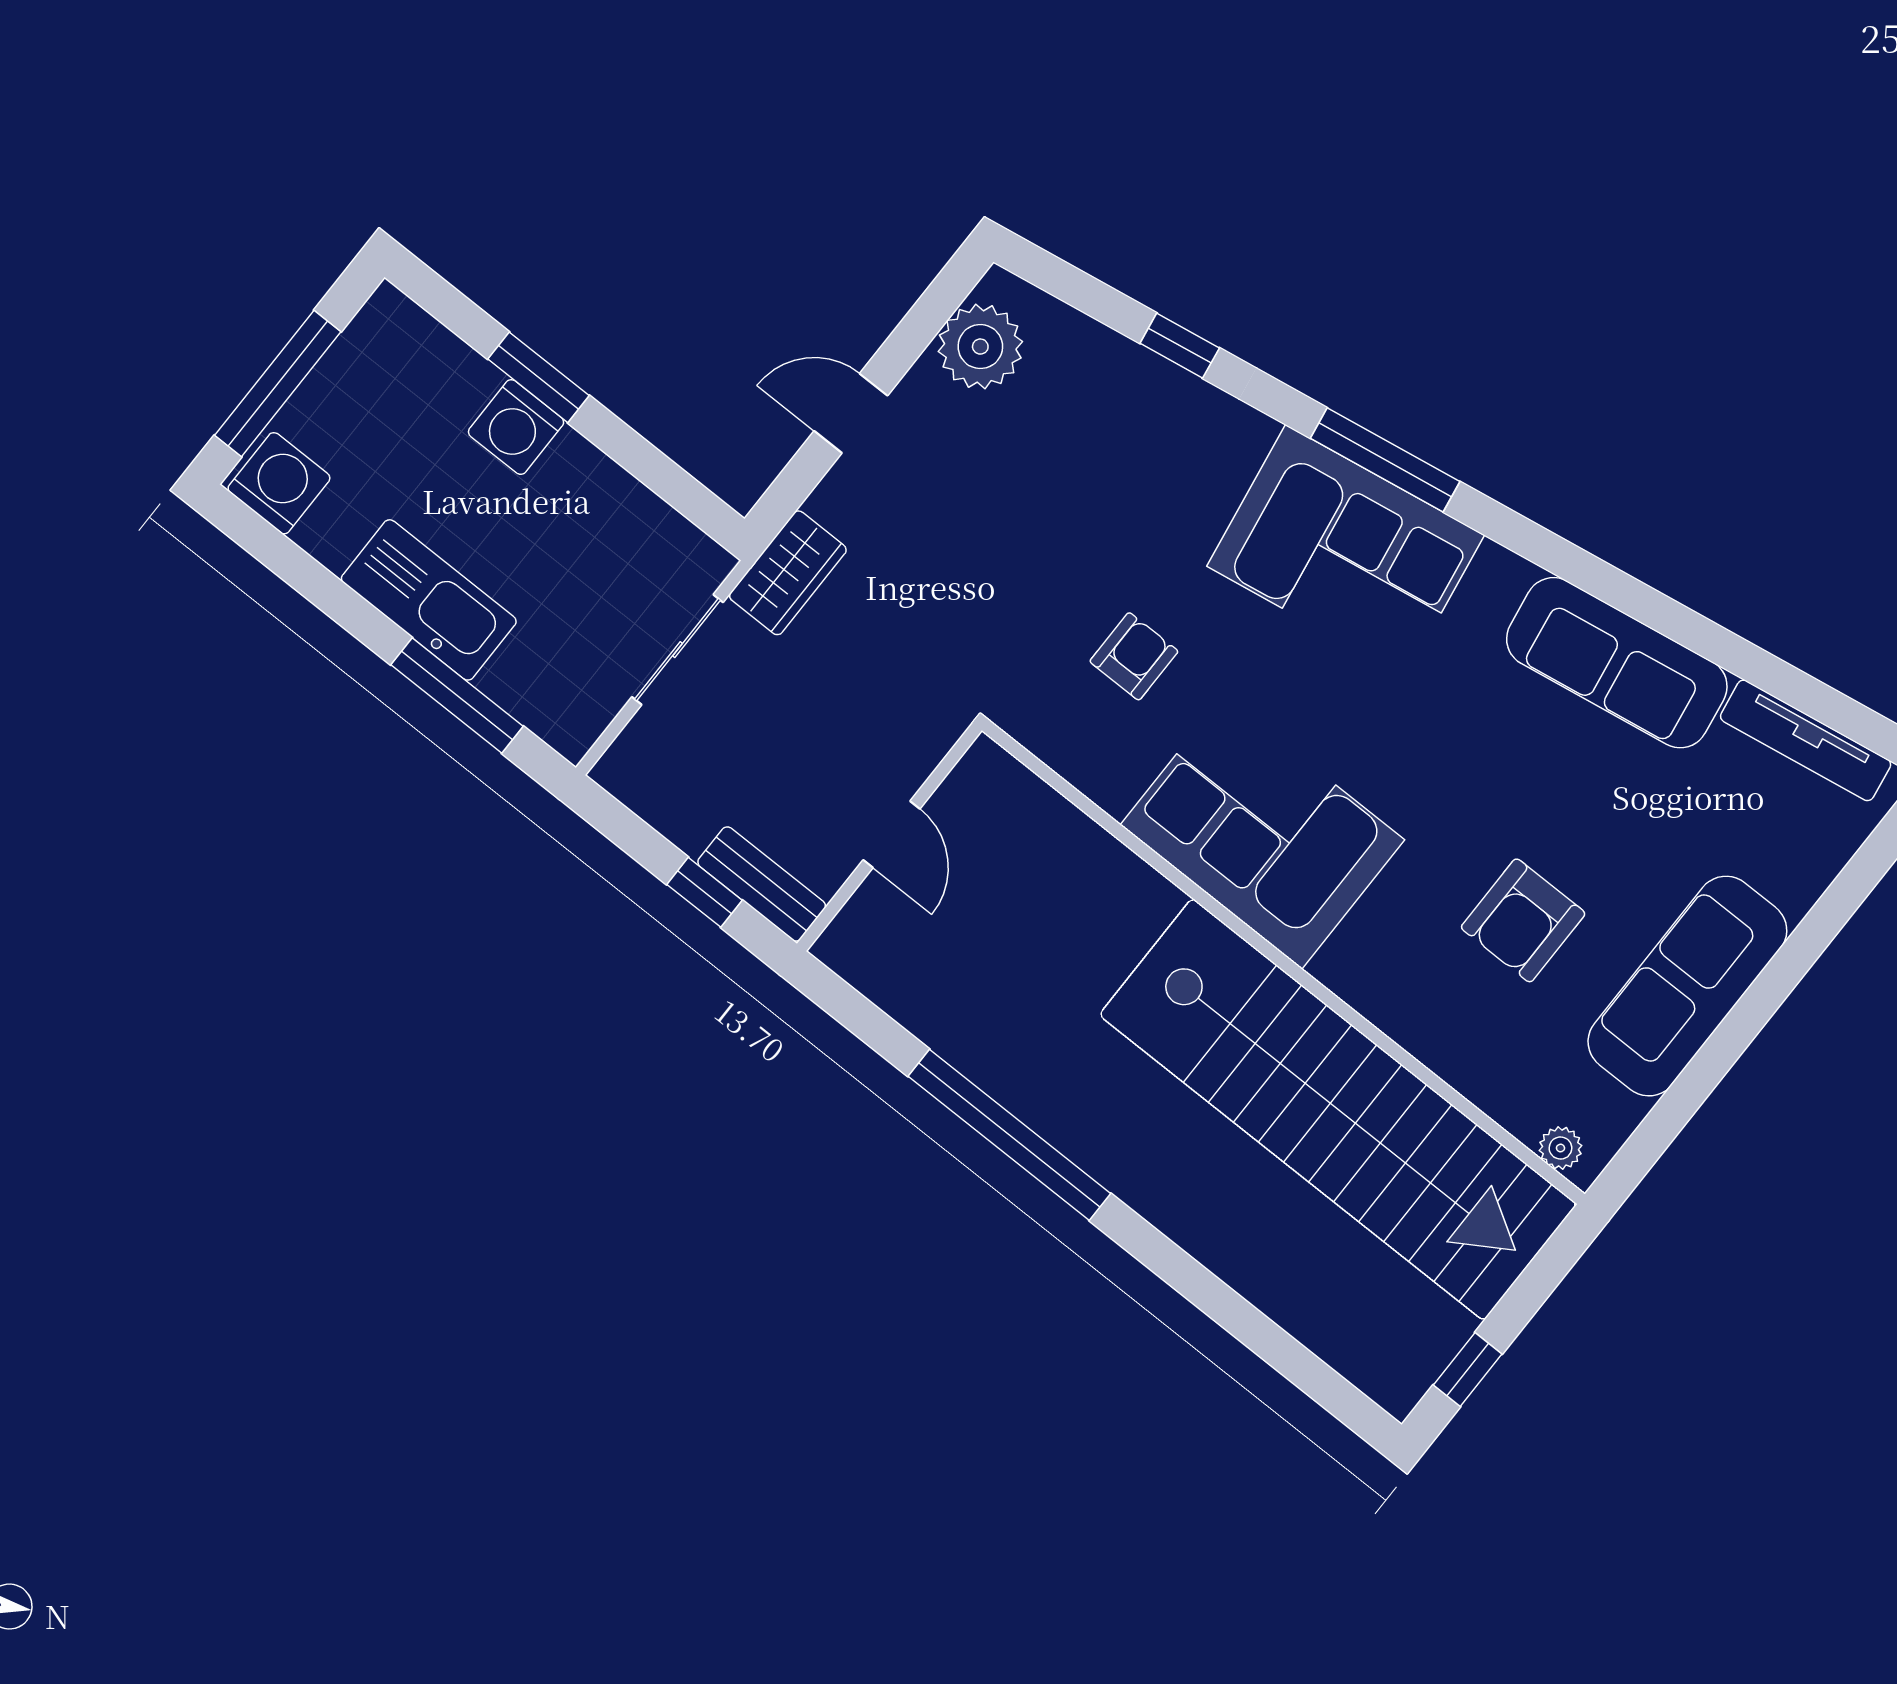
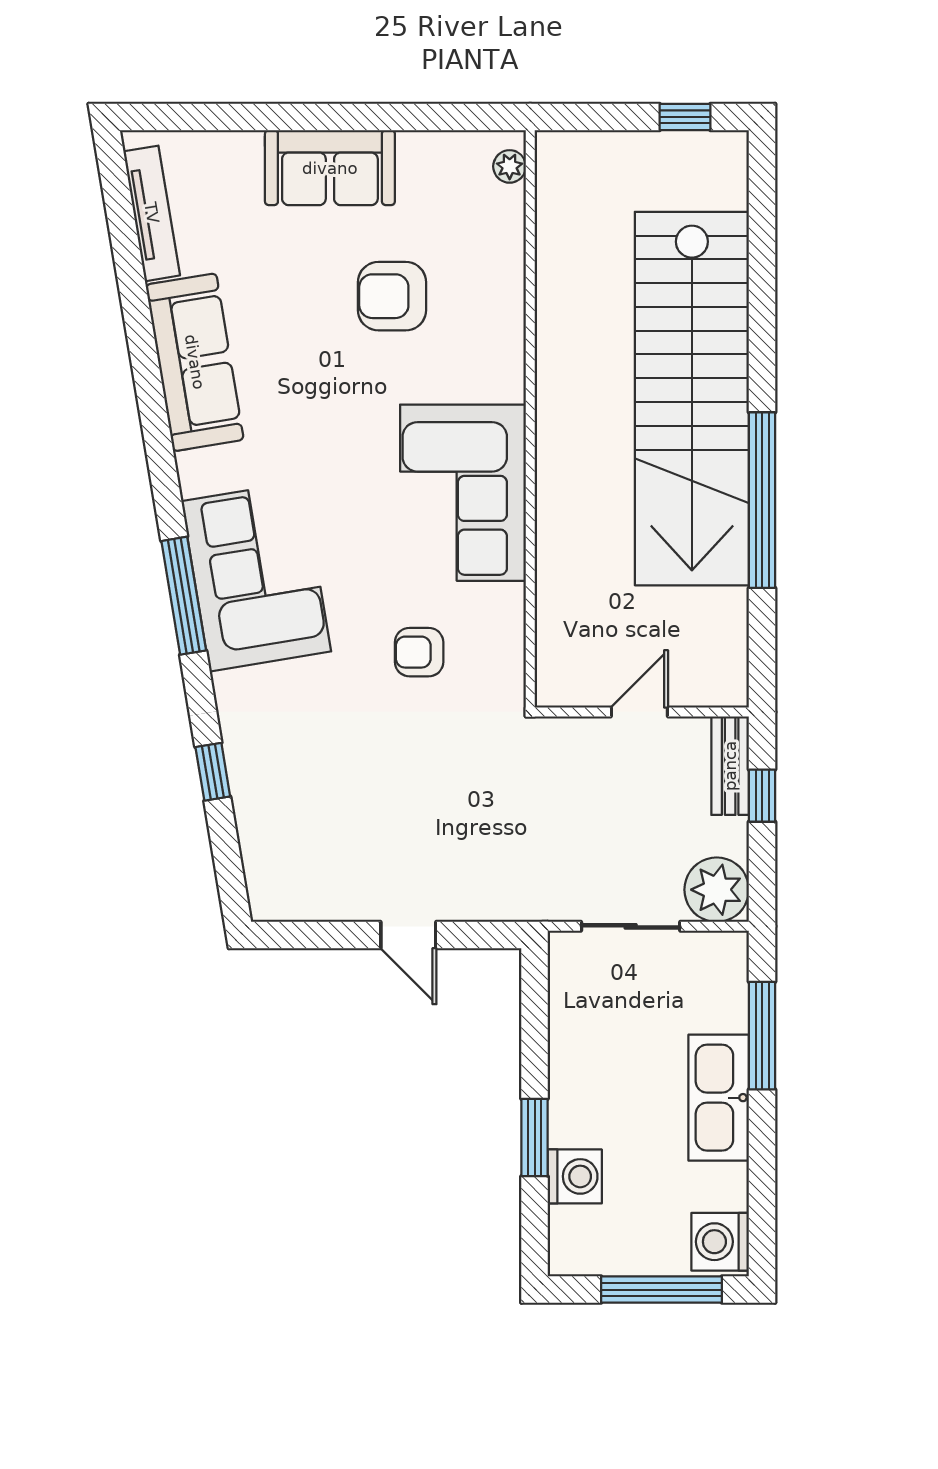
plant: (980, 347) -> (717, 890), moved
washing machine: (516, 427) -> (575, 1176), moved
wardrobe: (788, 573) -> (533, 897), removed
armchair: (1523, 920) -> (392, 296), turned 180
sofa: (1687, 986) -> (330, 168), width x0.73
stairs: (1338, 1109) -> (692, 399), moved, turned 180

